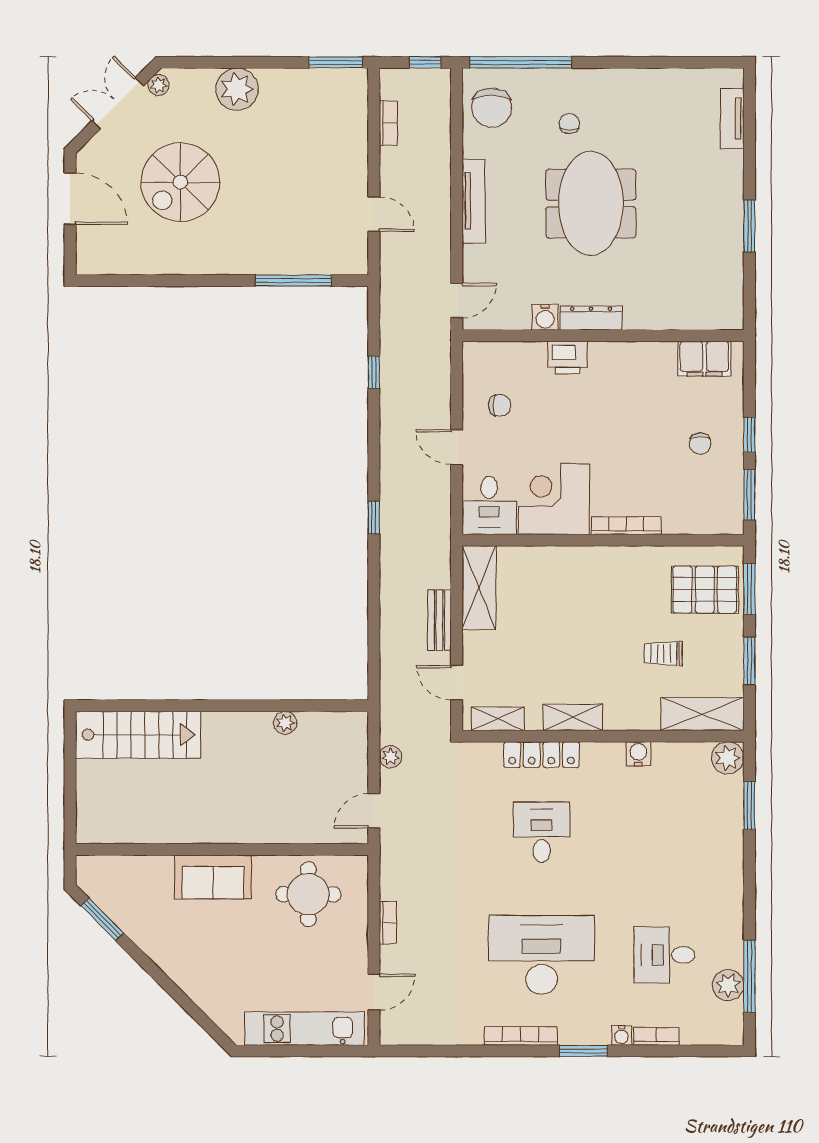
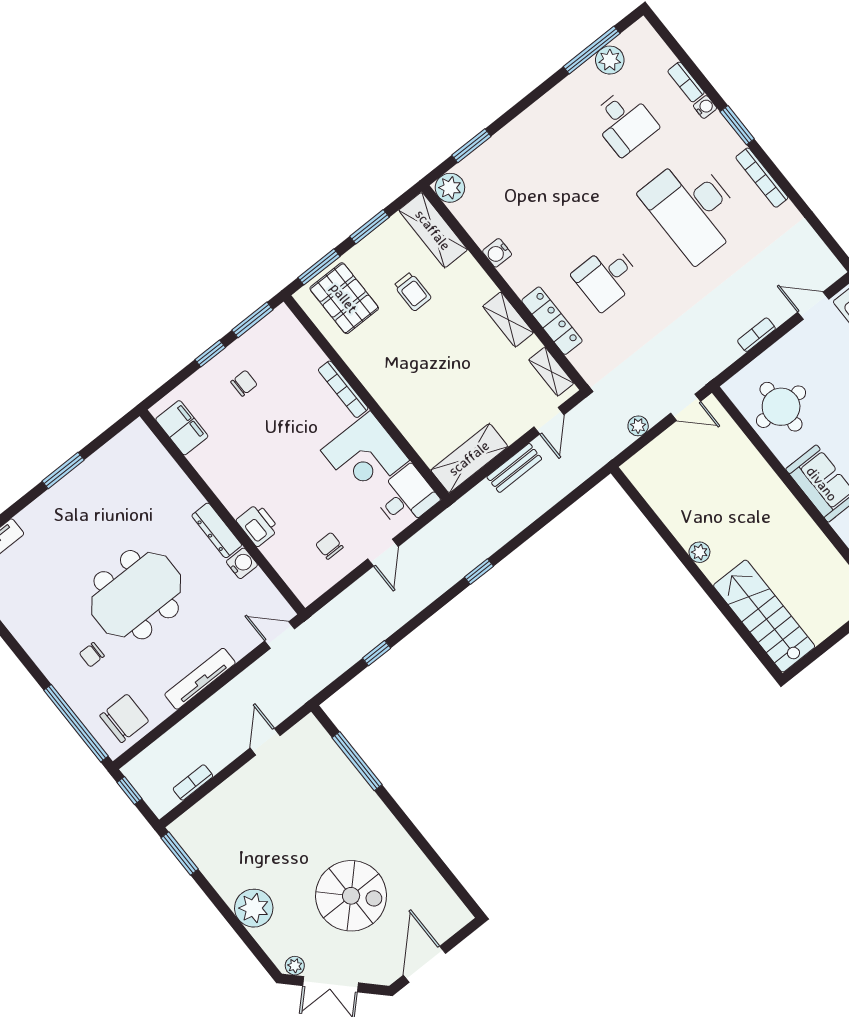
plant: (285, 723) -> (699, 552), moved

